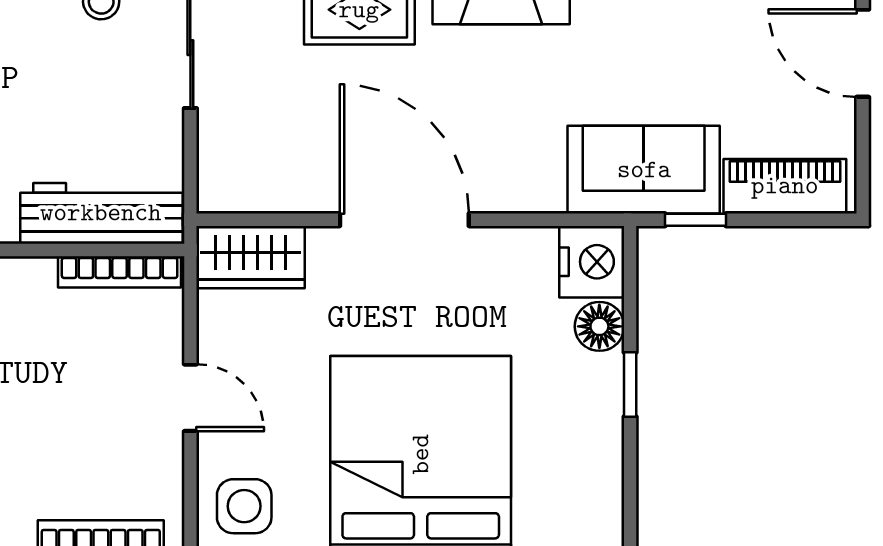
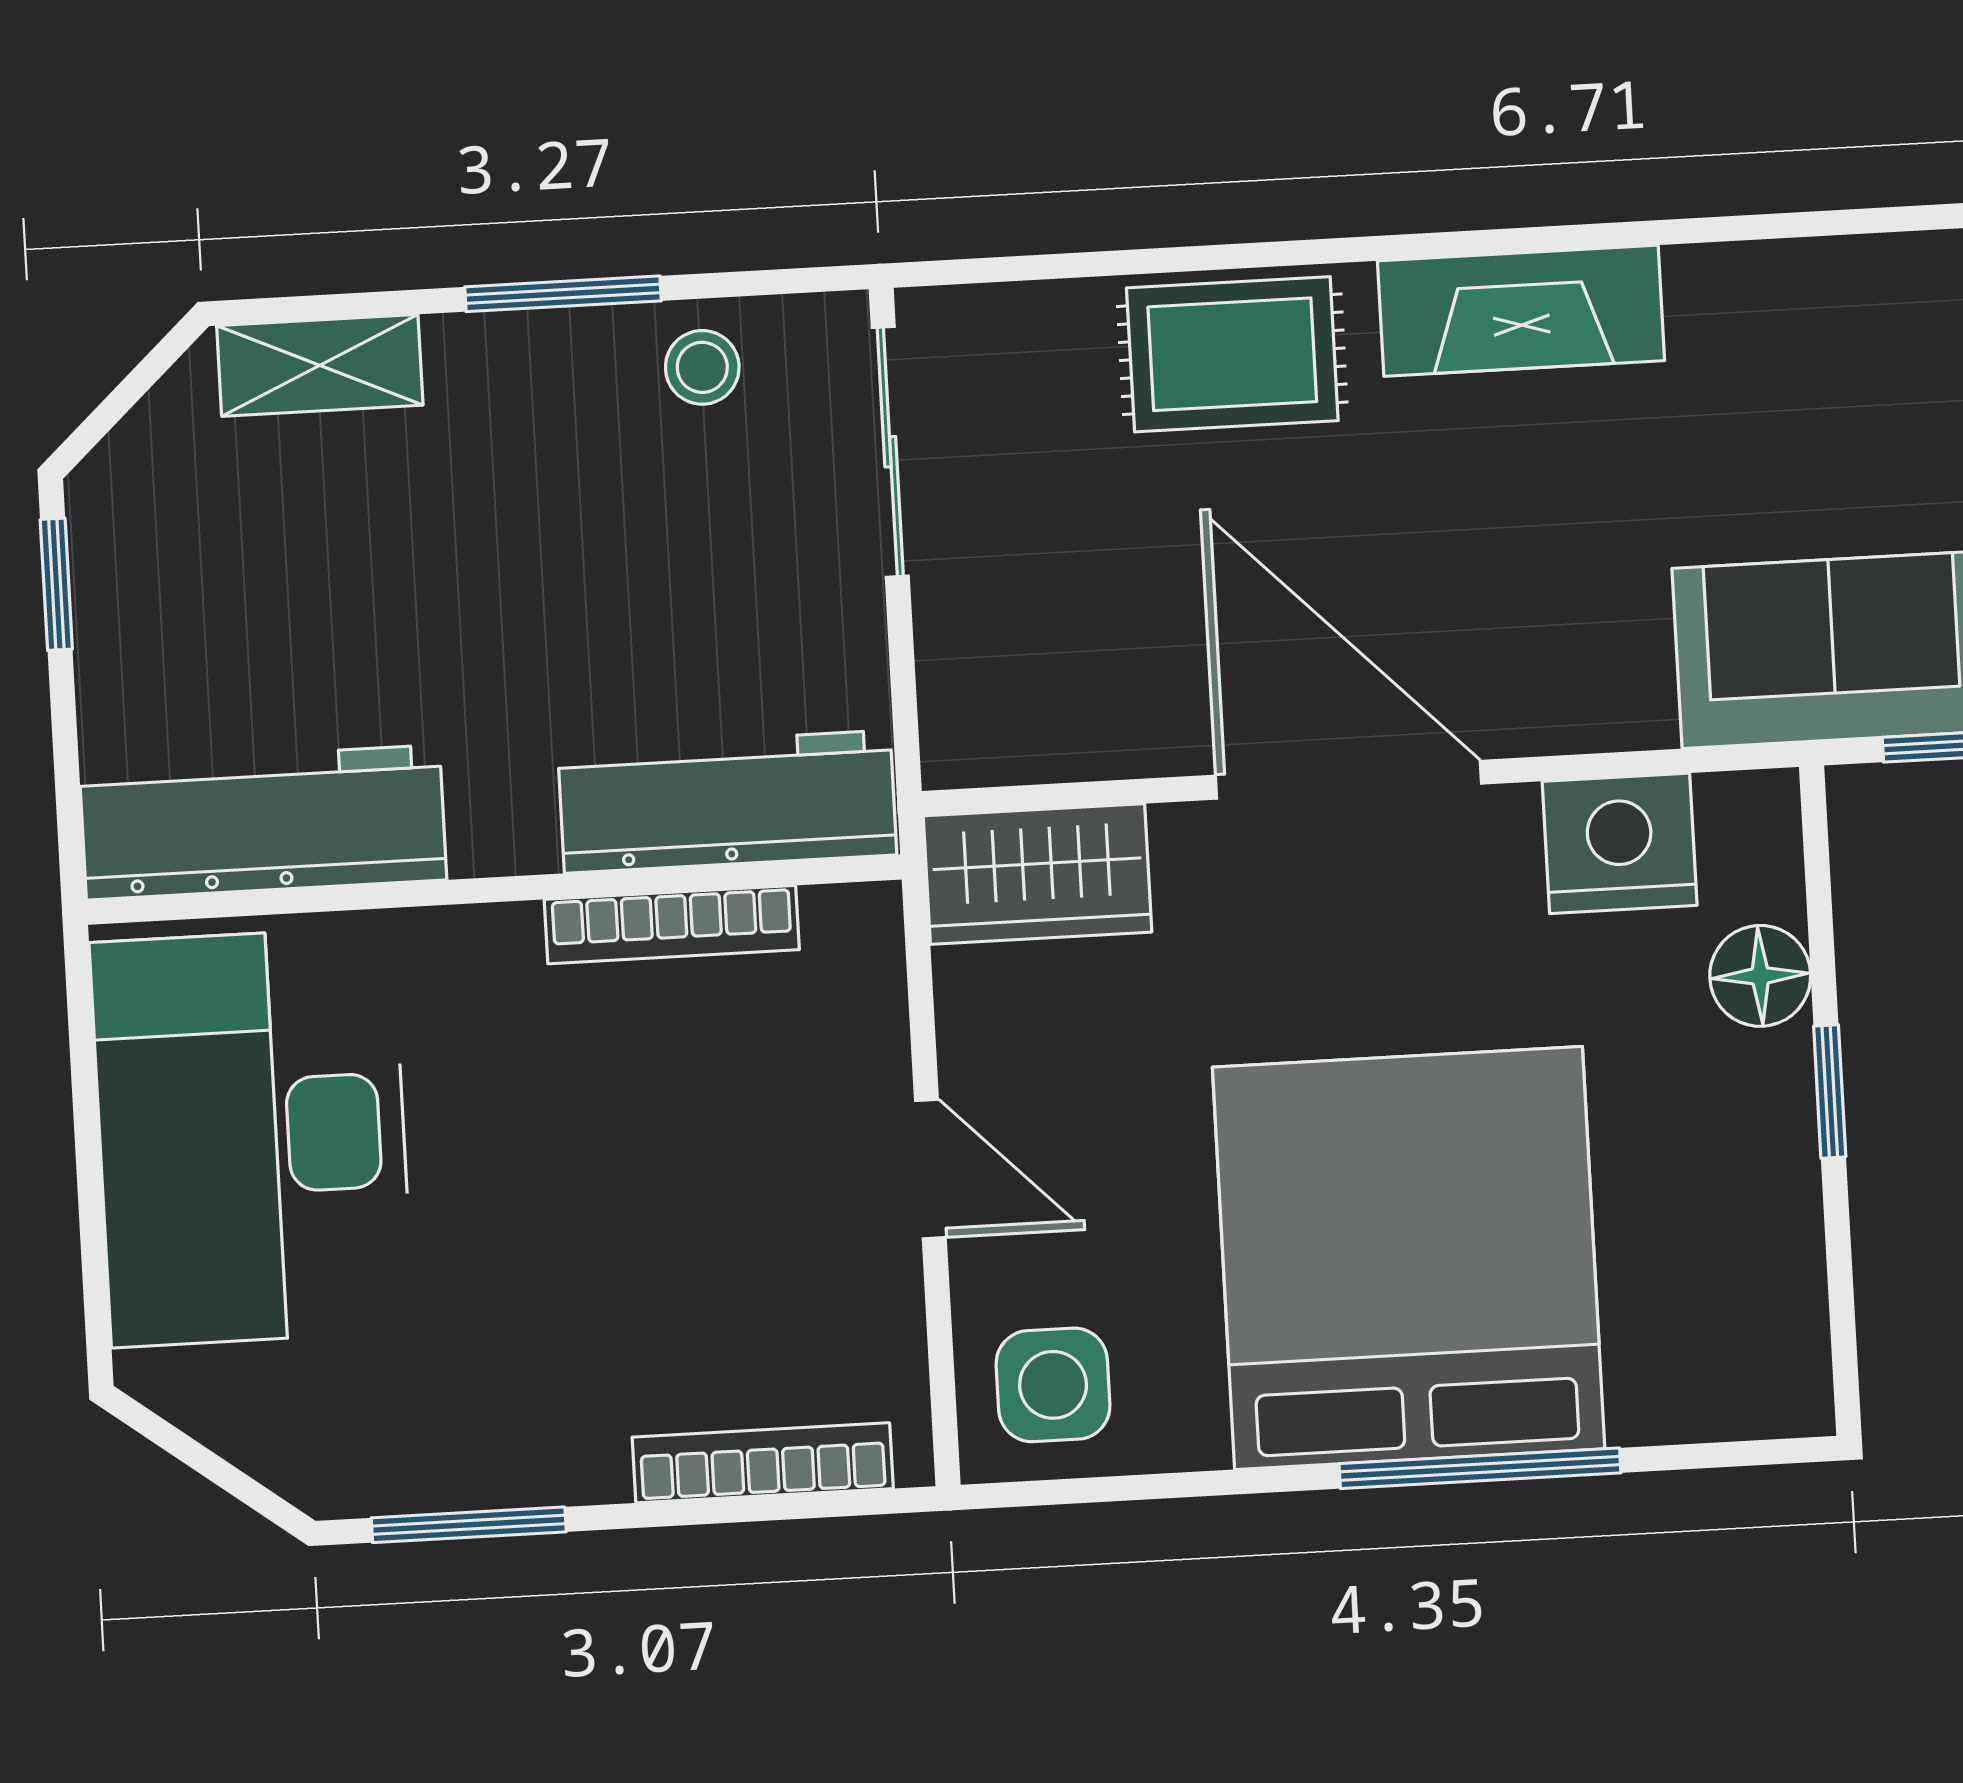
nightstand: (592, 262) -> (1620, 843), moved, turned -90
bookcase: (120, 272) -> (672, 925), moved

